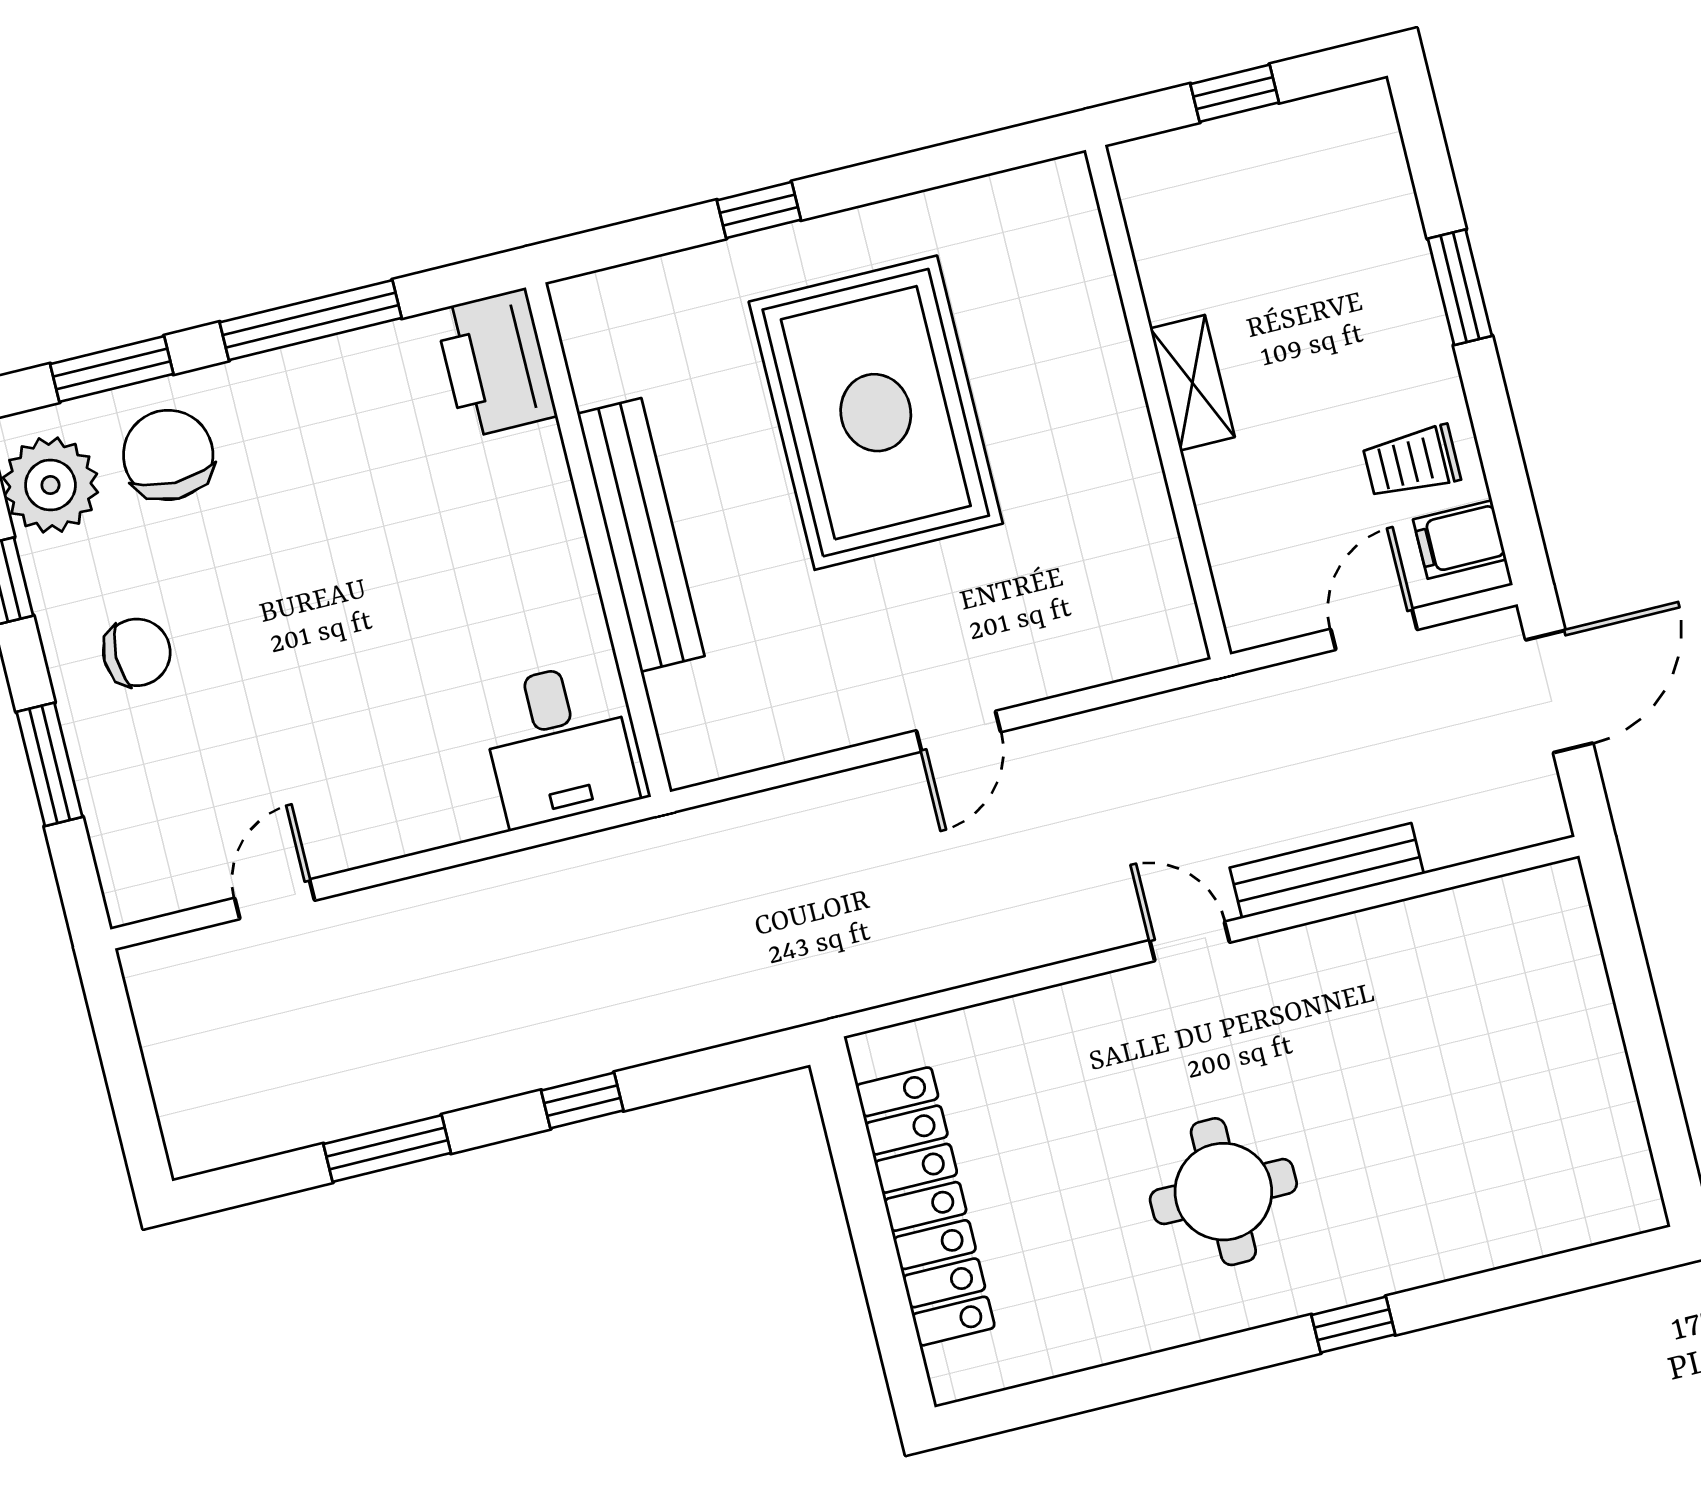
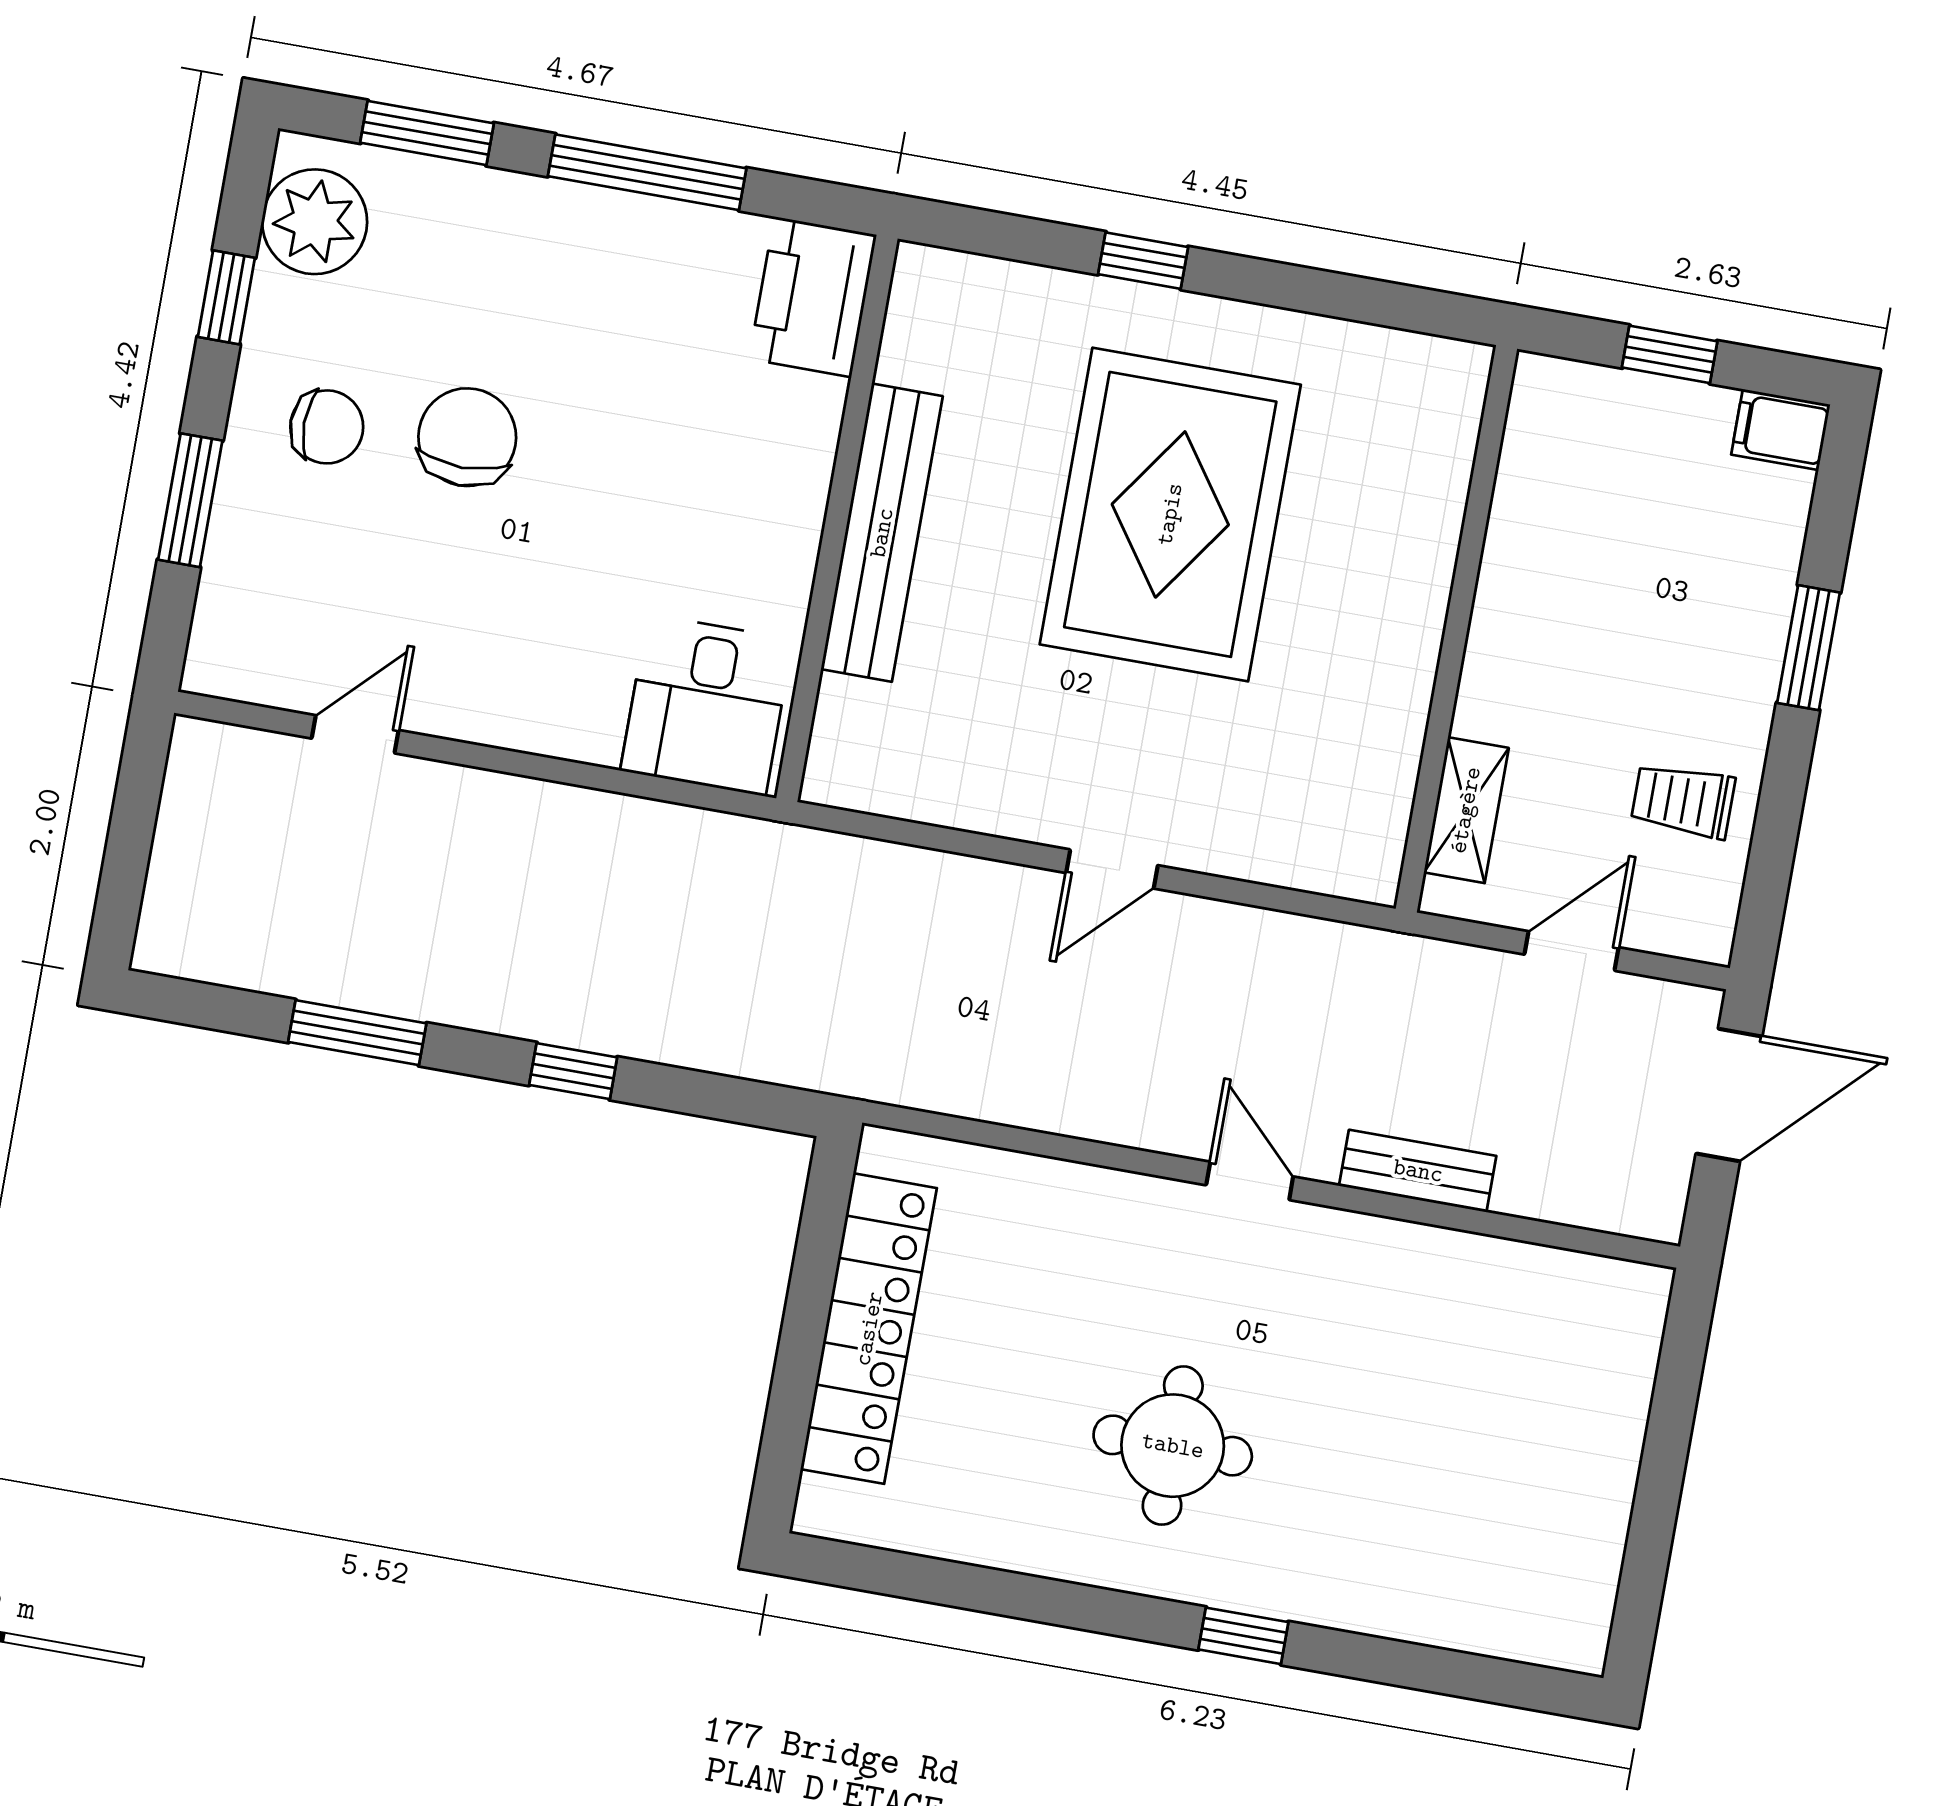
shelving: (1192, 383) -> (1466, 810), moved
chair: (168, 455) -> (467, 437), moved
filing cabinet: (1460, 539) -> (1781, 430), moved
bench: (1327, 871) -> (1418, 1171), width x0.73

